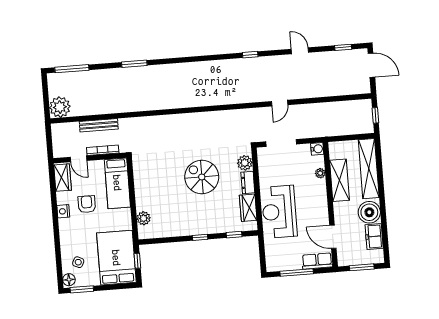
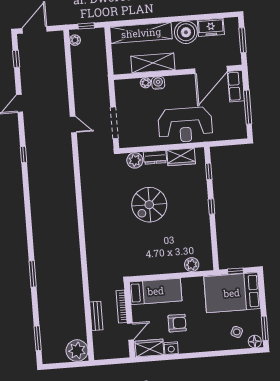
window: (72, 69) -> (38, 338), width x0.69
plant: (361, 104) -> (75, 40), added
bench: (99, 125) -> (96, 316), width x0.73
water cooler: (317, 149) -> (158, 83), moved
armchair: (87, 204) -> (177, 323), turned 180
nightstand: (63, 211) -> (171, 348), moved
door: (333, 237) -> (211, 70), width x1.36

